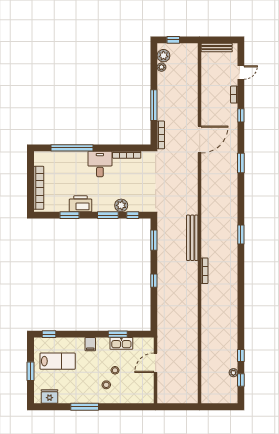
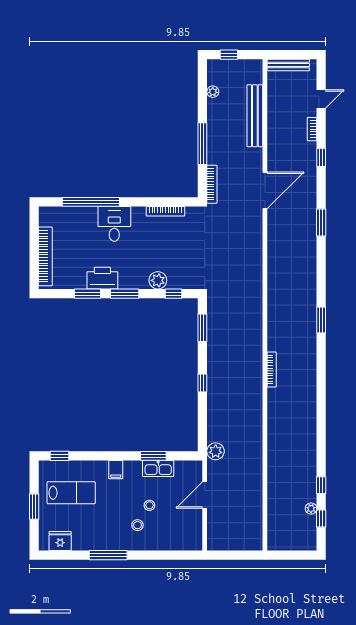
plant: (163, 56) -> (216, 451), moved
desk: (100, 164) -> (114, 224), moved
window: (108, 215) -> (125, 294), moved
bench: (192, 238) -> (255, 116), moved

